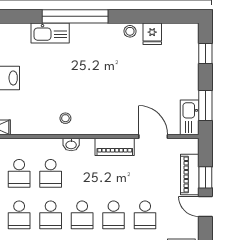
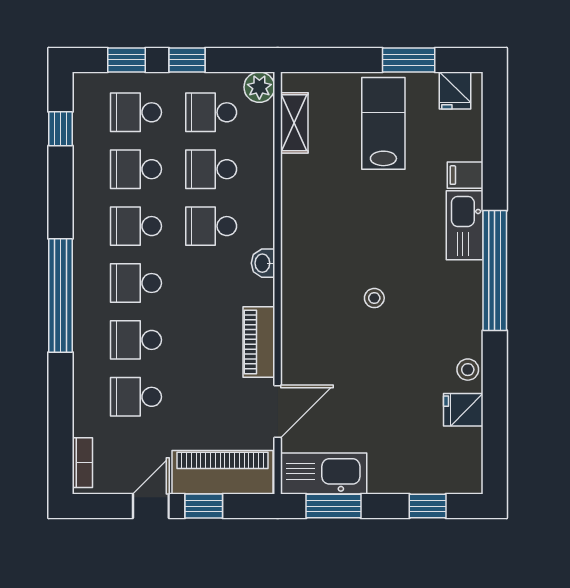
filing cabinet: (22, 33) -> (465, 175), added
kitchen sink: (190, 117) -> (324, 473), width x1.36, depth x1.24
stool: (65, 118) -> (374, 298), moved
piano: (190, 174) -> (223, 472), width x1.37, depth x1.33

